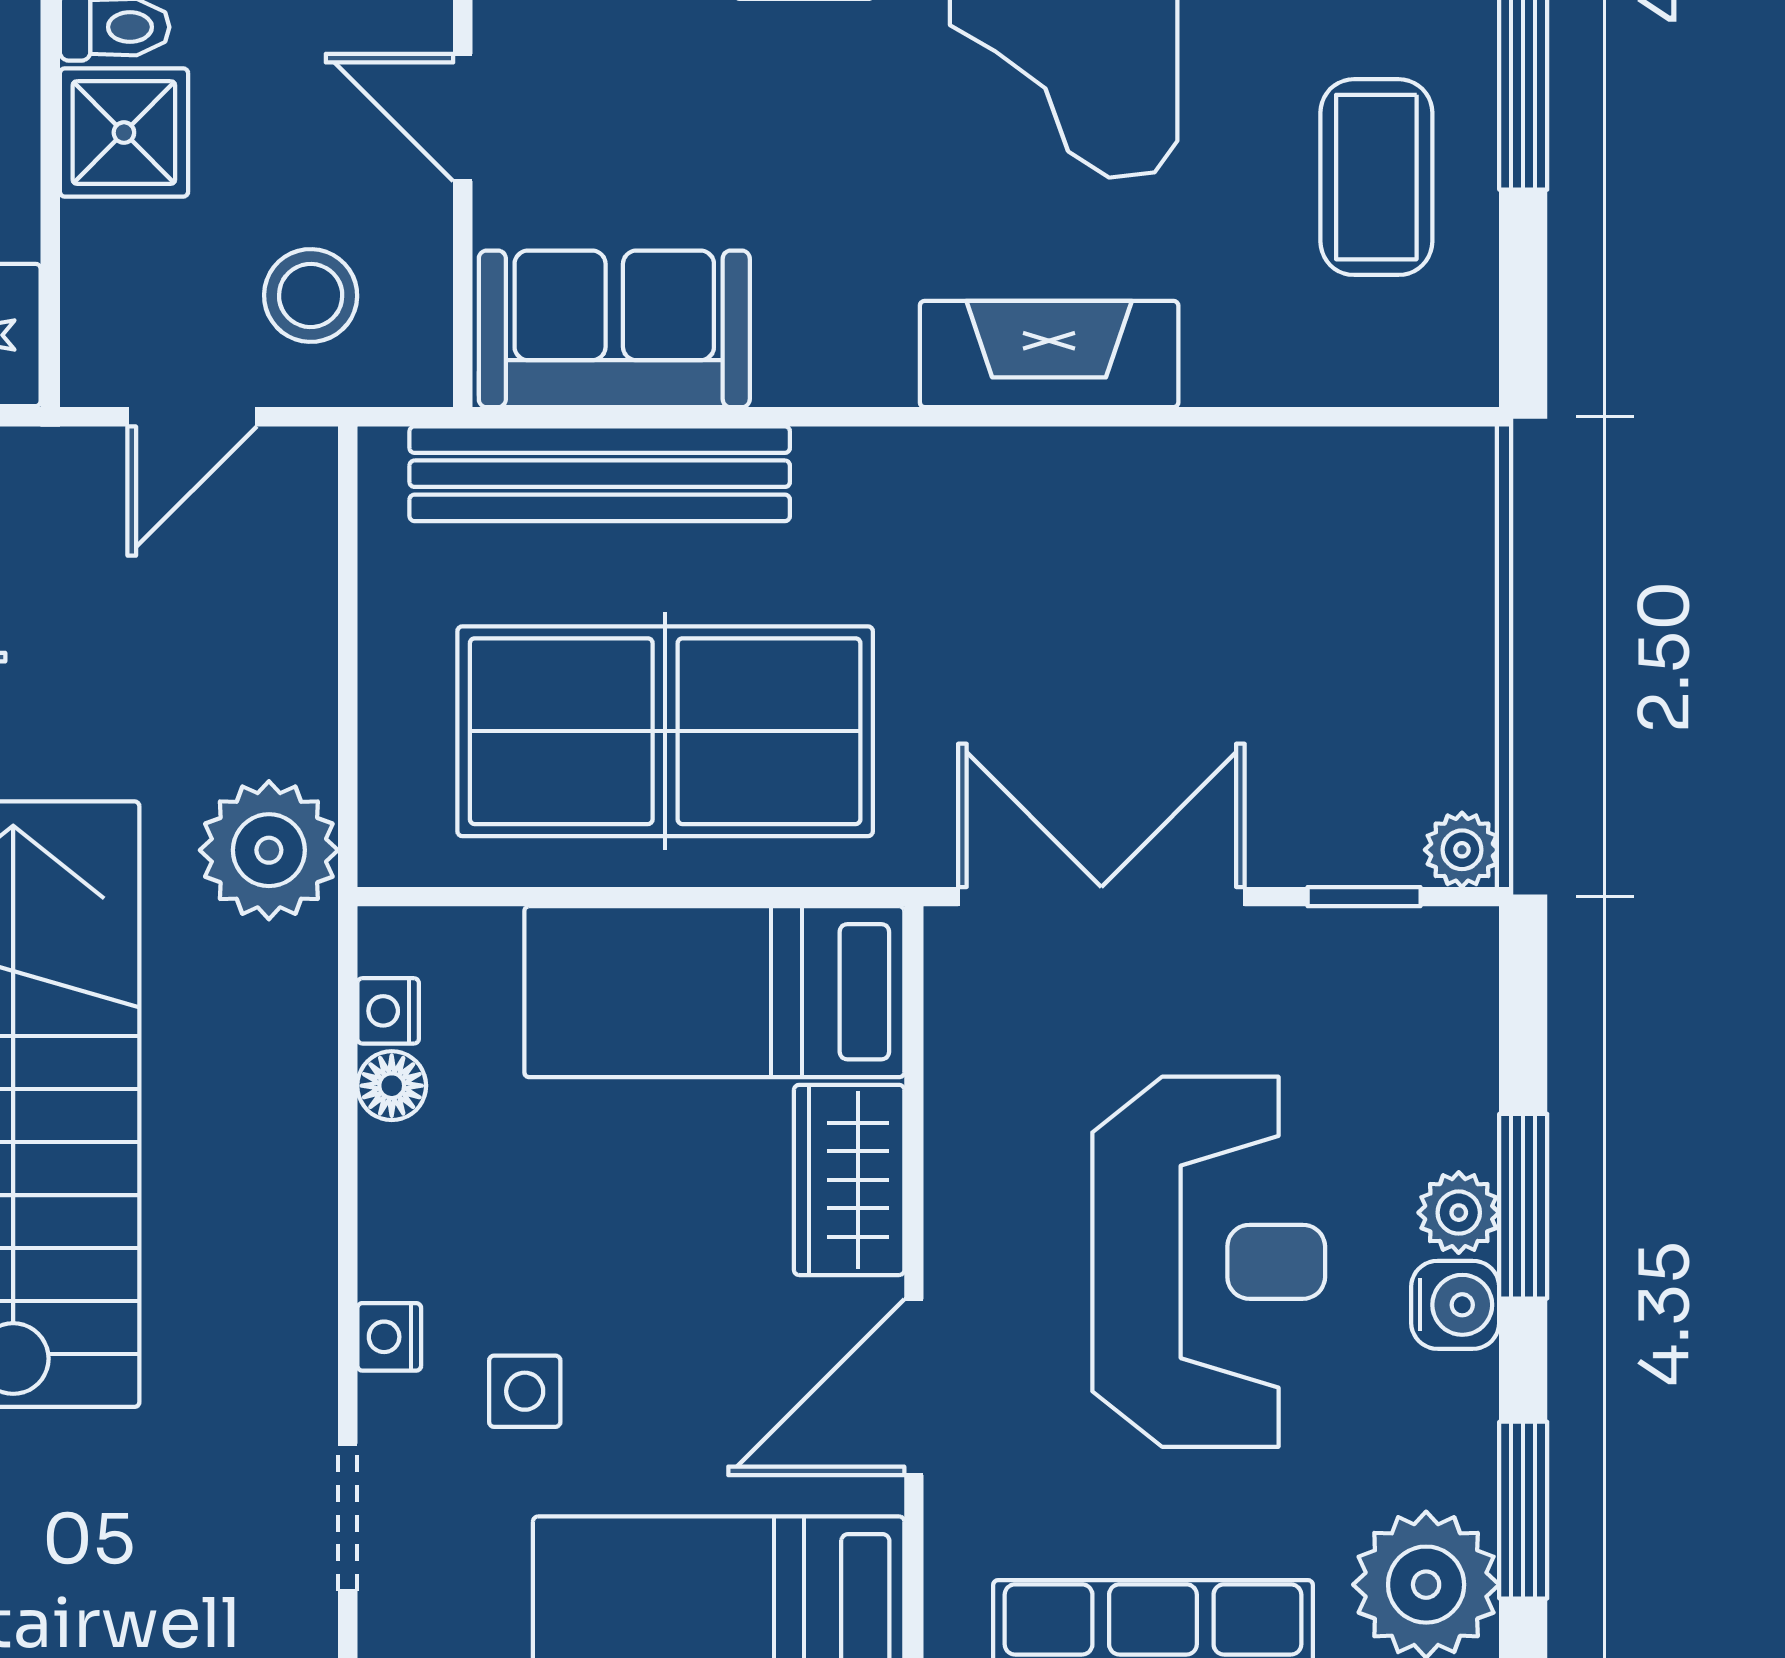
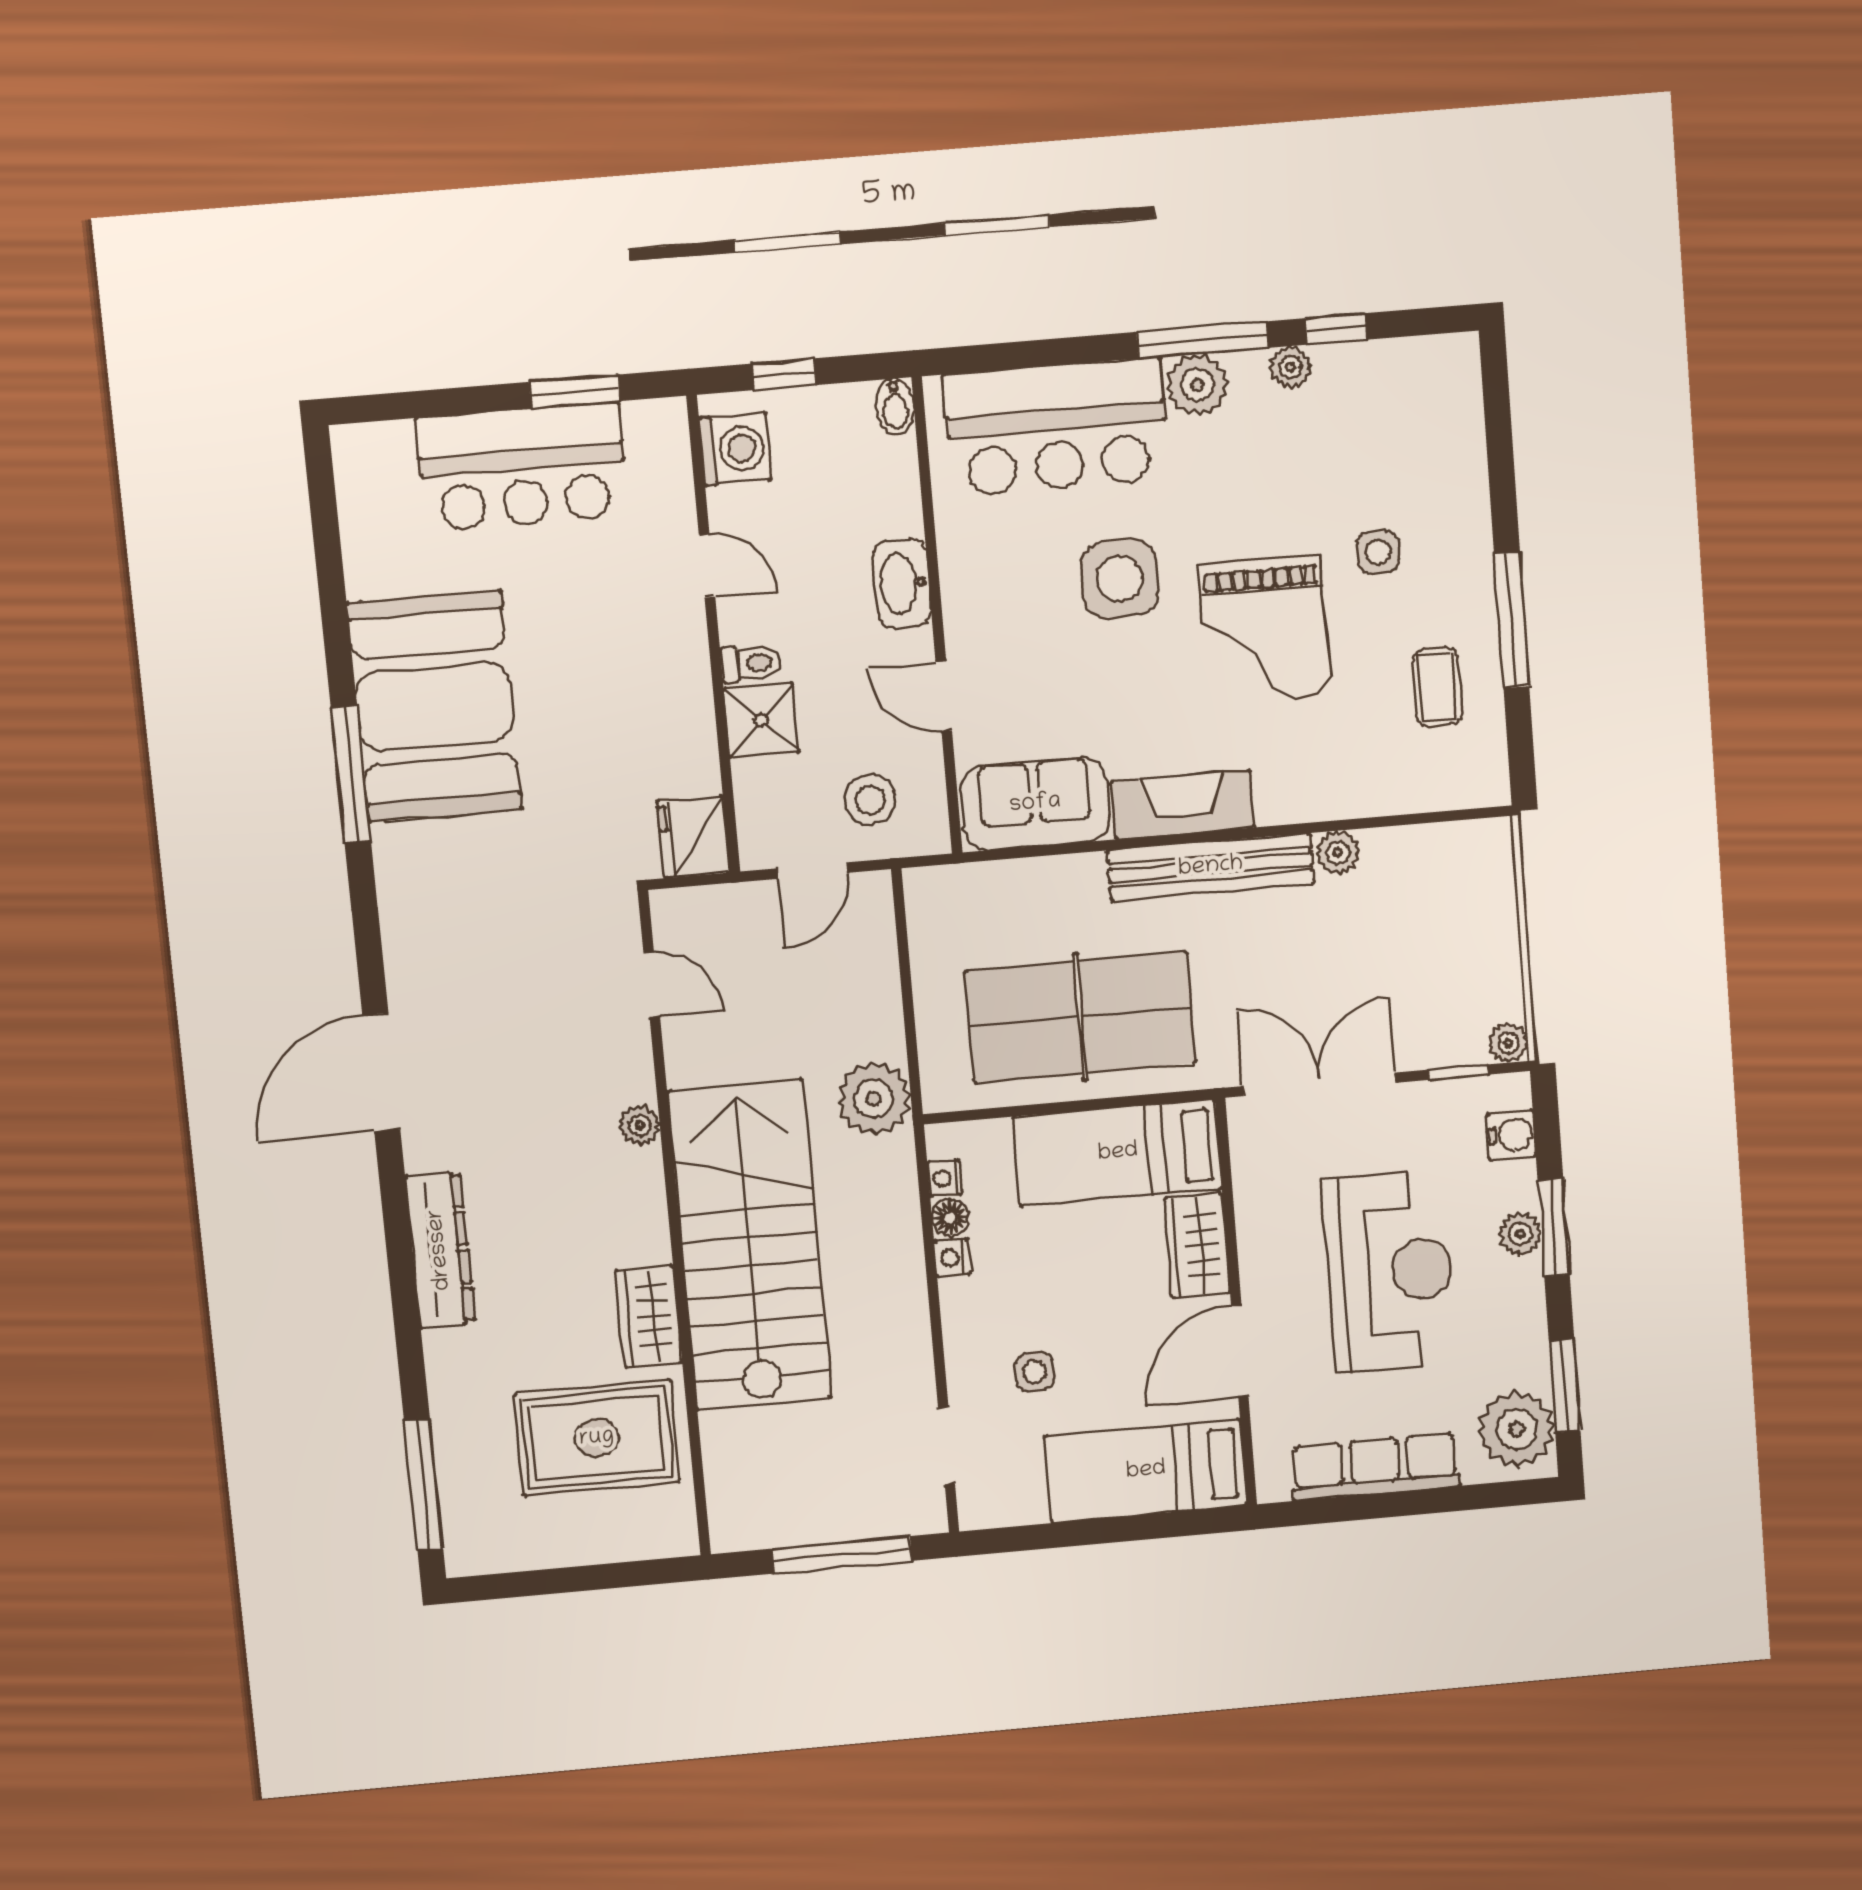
coffee table: (1376, 177) -> (1437, 687), width x0.73, depth x0.77
fireplace: (1049, 354) -> (1182, 805), moved
plant: (1169, 467) -> (1338, 852), added
bench: (600, 474) -> (1211, 867), moved
water cooler: (1455, 1305) -> (1511, 1135), moved
nightstand: (389, 1337) -> (952, 1258), moved

